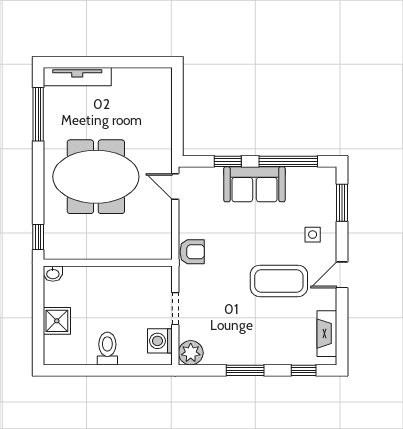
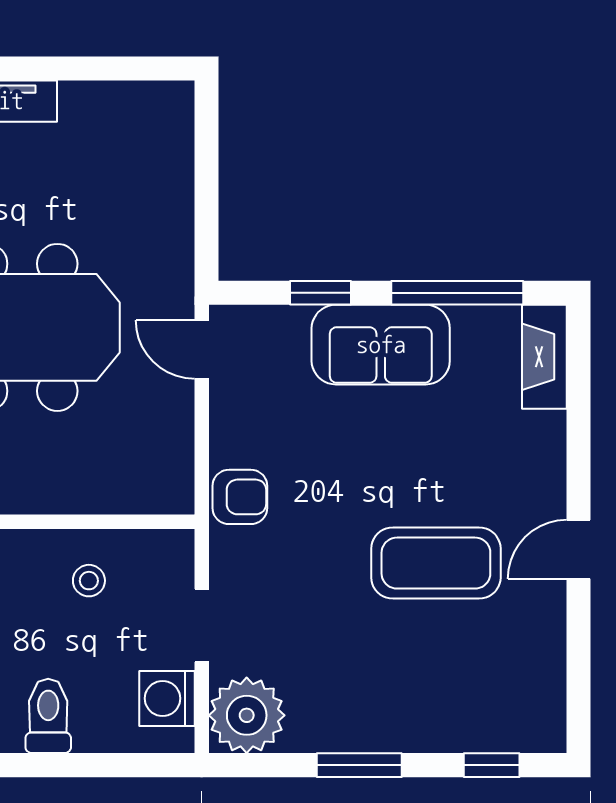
window: (342, 203) -> (579, 386), removed
side table: (313, 235) -> (512, 458), removed
stool: (125, 289) -> (89, 581), added
fireplace: (327, 334) -> (544, 357), moved
plant: (191, 353) -> (247, 715), width x1.36, depth x1.36

